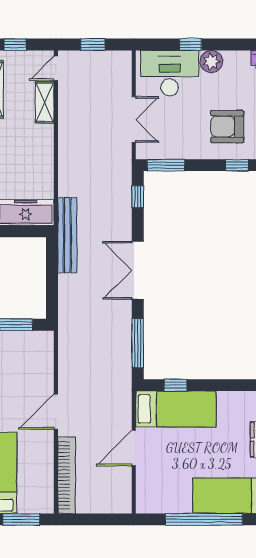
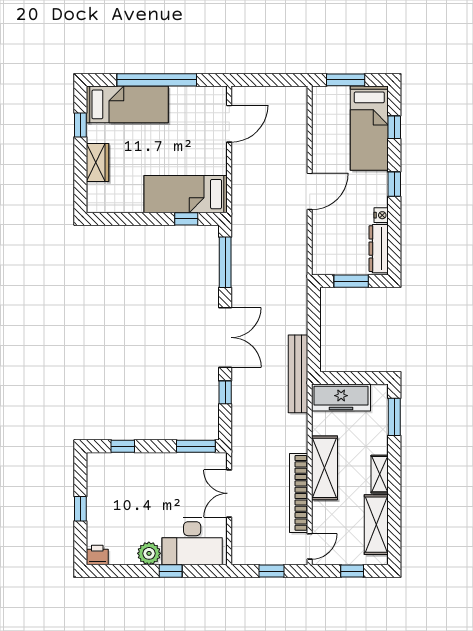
shelving: (45, 103) -> (325, 468), moved, width x1.50, depth x1.33
armchair: (227, 126) -> (133, 486), removed
window: (138, 197) -> (225, 392), moved
door: (134, 448) -> (229, 124), moved
bookcase: (67, 475) -> (299, 493), moved

